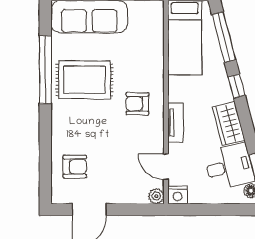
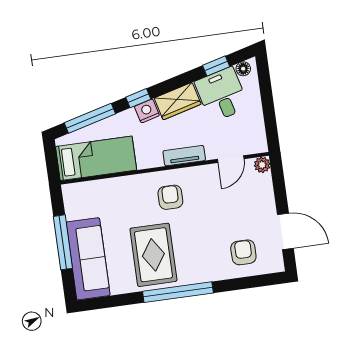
window: (45, 70) -> (178, 292), moved
armchair: (137, 104) -> (170, 197), turned 180
nightstand: (178, 195) -> (147, 111), moved, turned -105

